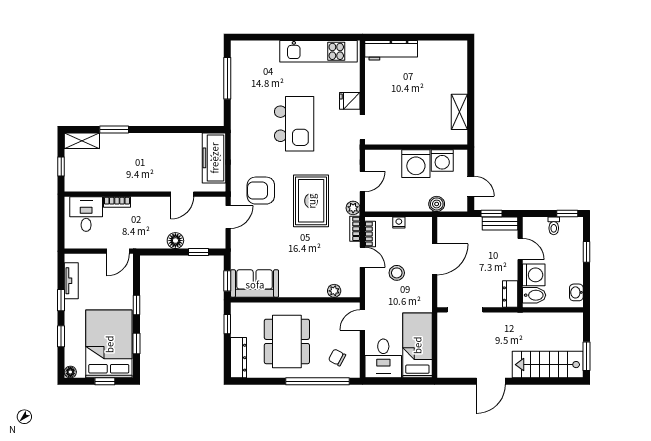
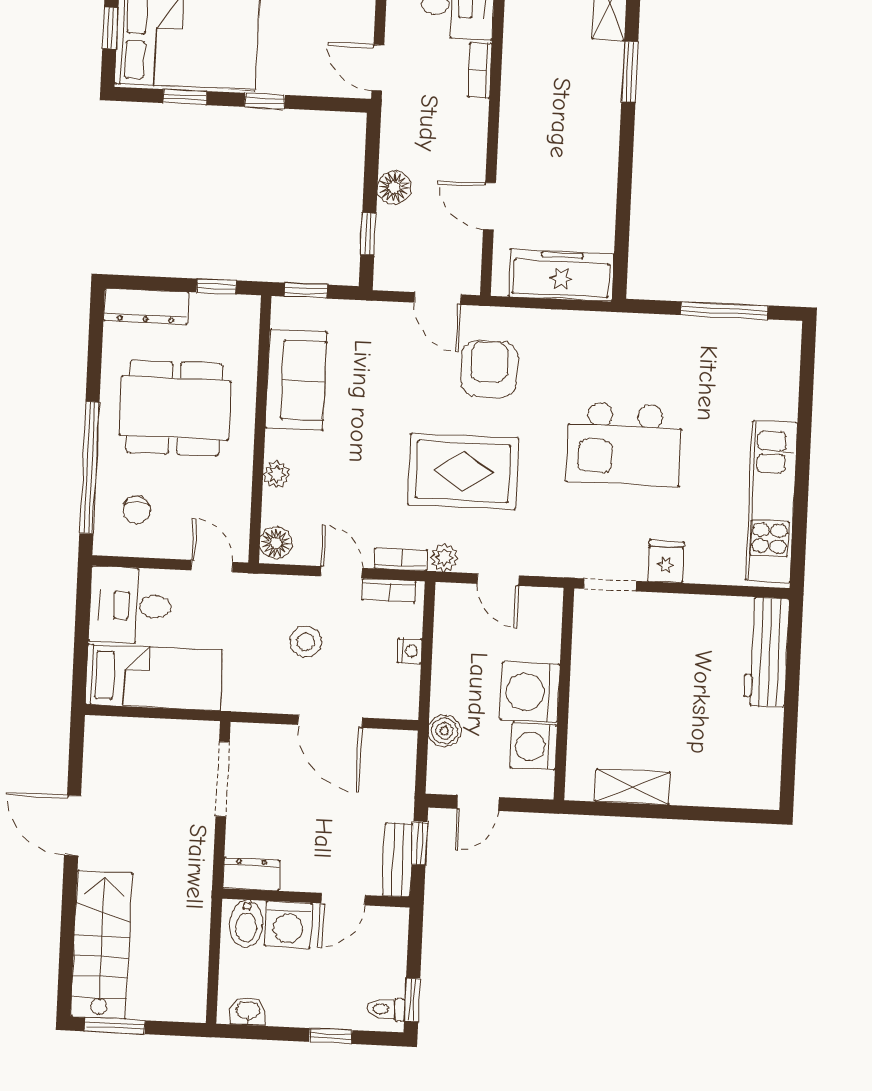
toilet: (554, 226) -> (386, 1009), moved
door: (362, 257) -> (341, 572), swing flipped
sofa: (255, 284) -> (296, 380), moved
floor lamp: (350, 290) -> (276, 543), added
plant: (334, 291) -> (277, 474), moved
chair: (337, 357) -> (137, 510), turned 152

